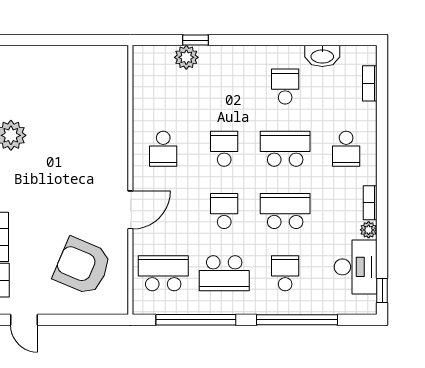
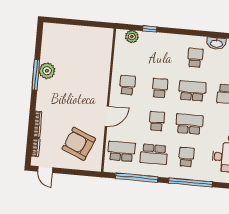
plant: (186, 57) -> (132, 37), moved
school desk: (163, 149) -> (127, 85), turned 180

